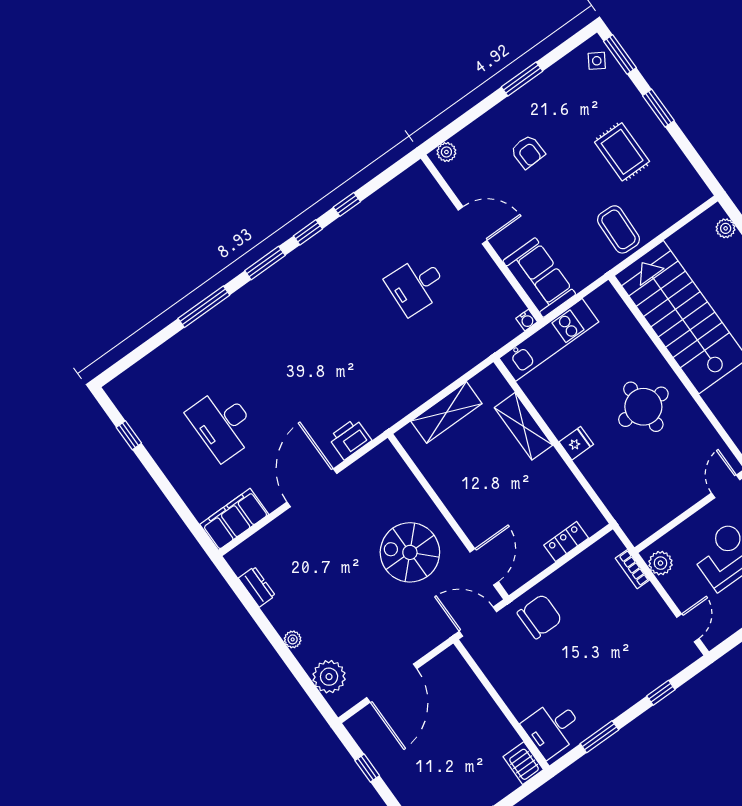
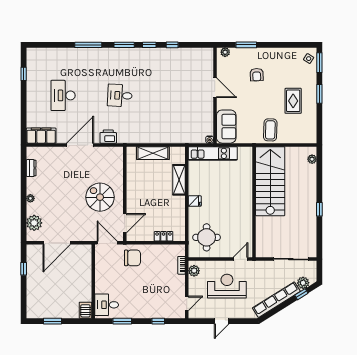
window: (522, 79) -> (246, 45), moved
desk: (416, 285) -> (120, 95), moved
round table: (643, 407) -> (207, 237), moved

